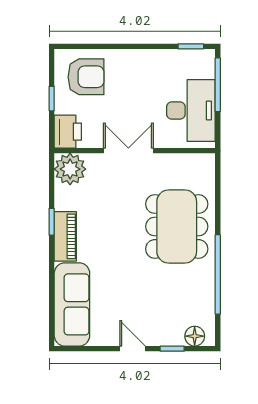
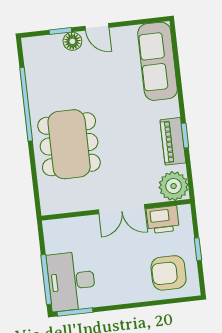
window: (191, 46) -> (75, 312), width x1.50
desk: (191, 111) -> (71, 281), moved
printer: (68, 132) -> (163, 220), moved, turned -90
piano: (65, 236) -> (173, 141), moved
floor lamp: (195, 336) -> (72, 41), moved

